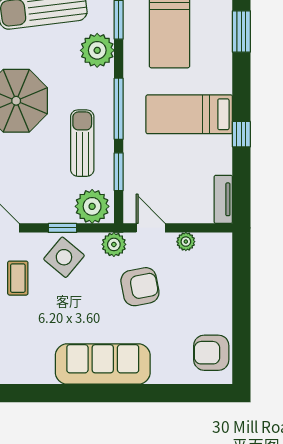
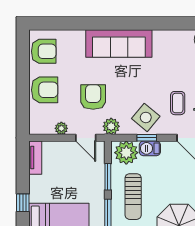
barbecue: (58, 213) -> (150, 148), added
armchair: (140, 287) -> (93, 97), turned 101
armchair: (210, 297) -> (45, 90), added

